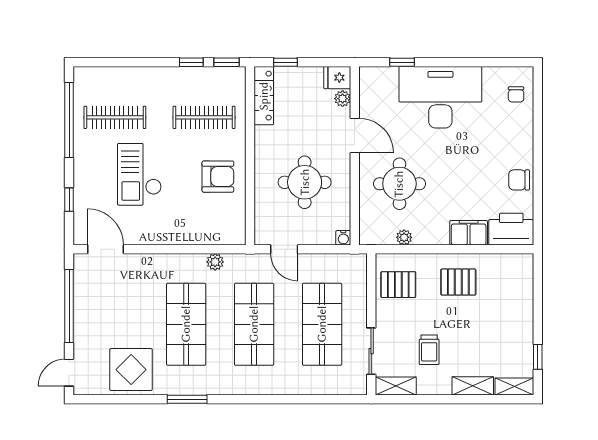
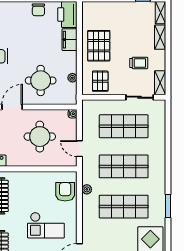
checkout: (139, 174) -> (46, 225), moved
armchair: (218, 177) -> (65, 192), moved
door: (284, 249) -> (79, 149), swing flipped
pallet: (458, 282) -> (99, 46), width x1.50, depth x1.42

